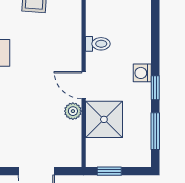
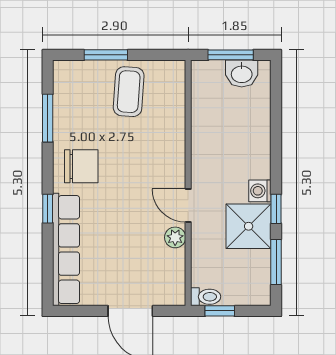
toilet: (98, 44) -> (206, 297), moved
shower: (104, 119) -> (249, 226), moved

